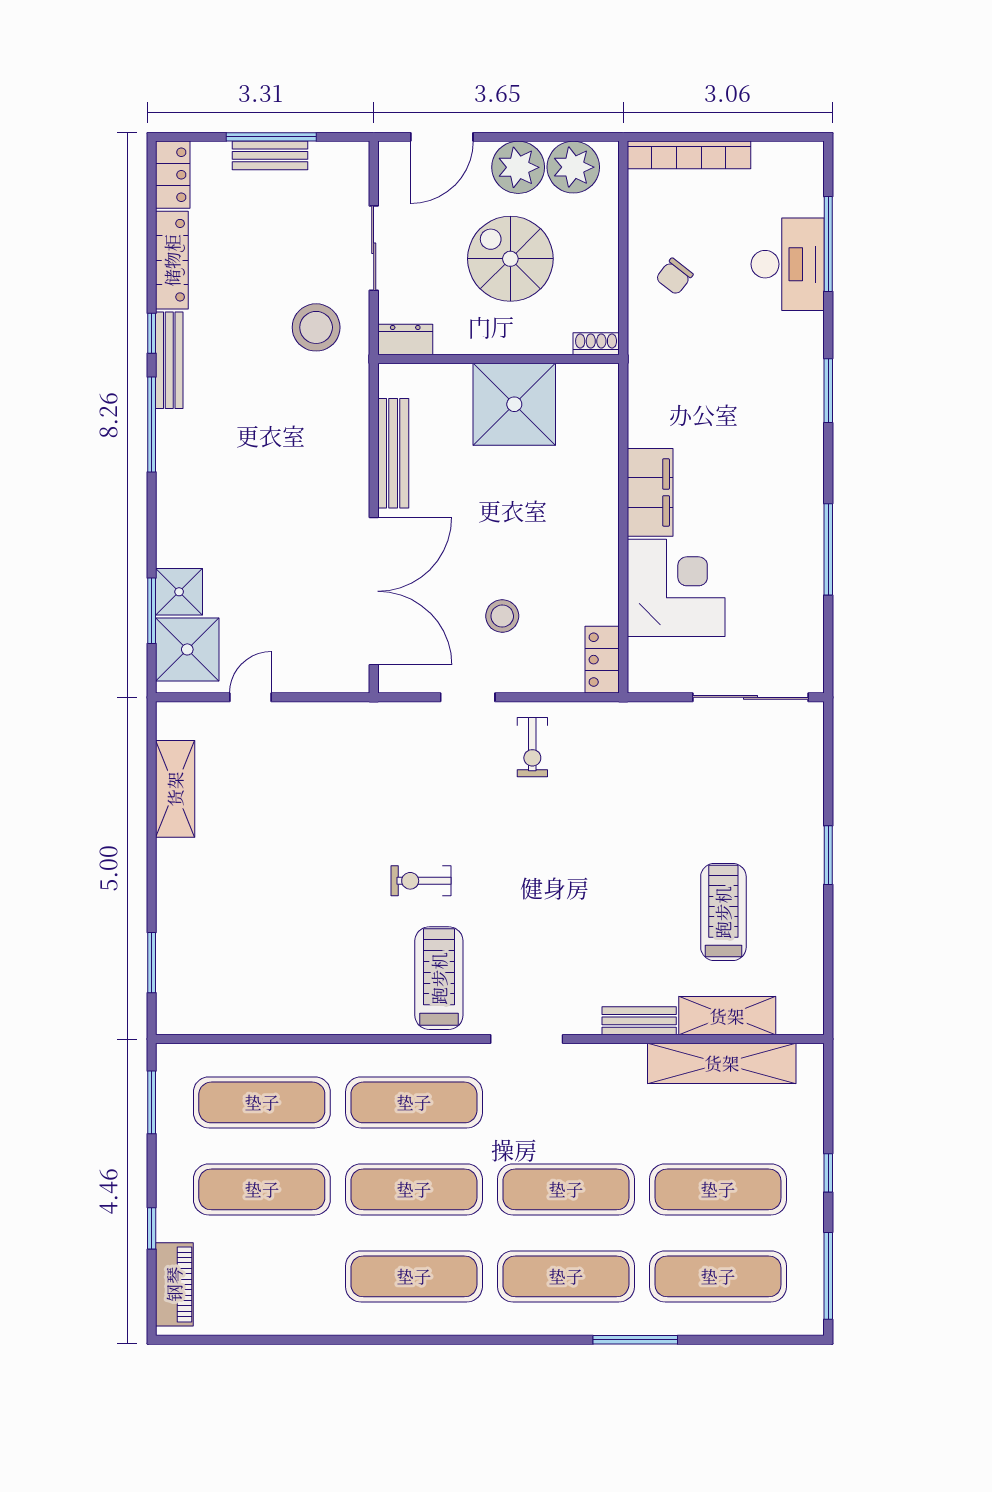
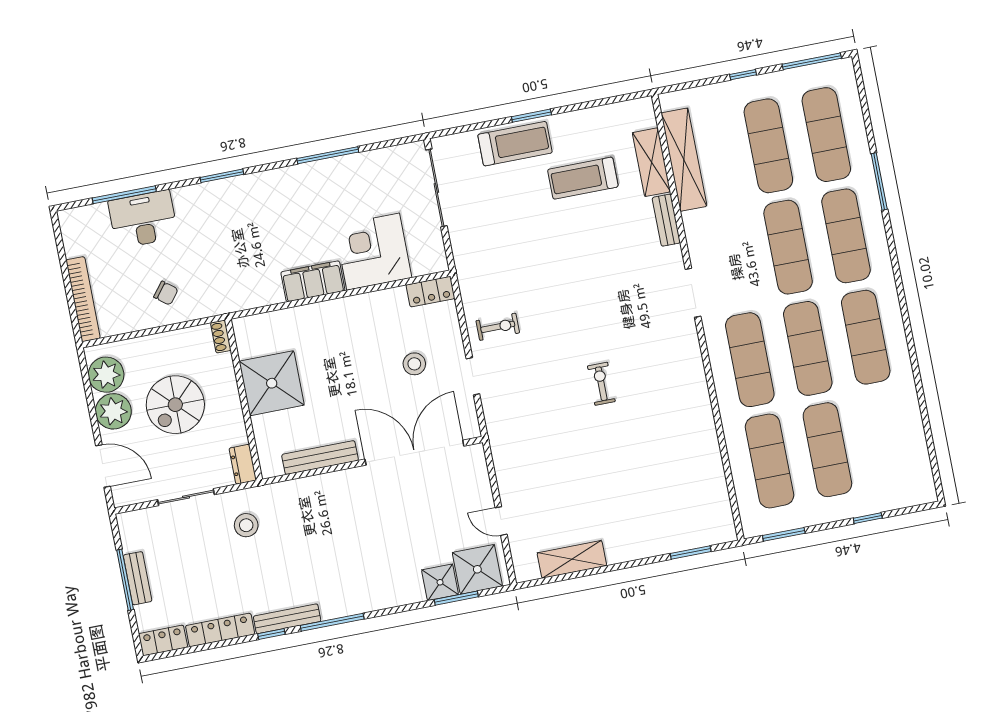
stool: (316, 327) -> (246, 525), width x0.73, depth x0.73
exercise bike: (421, 881) -> (601, 384), turned 180
treadmill: (439, 978) -> (515, 144), moved, turned 180
piano: (174, 1284) -> (902, 496), removed

